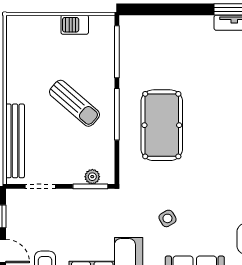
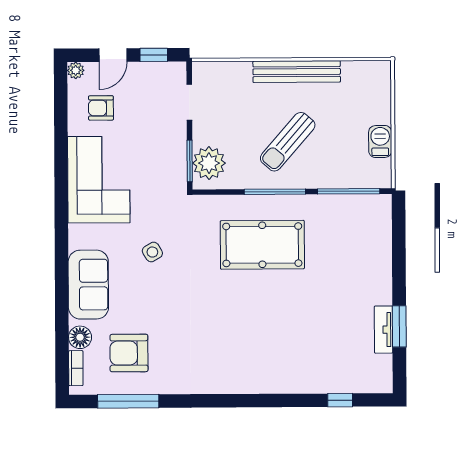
bench: (15, 141) -> (297, 72), moved
plant: (92, 177) -> (209, 163), width x1.88, depth x1.88

